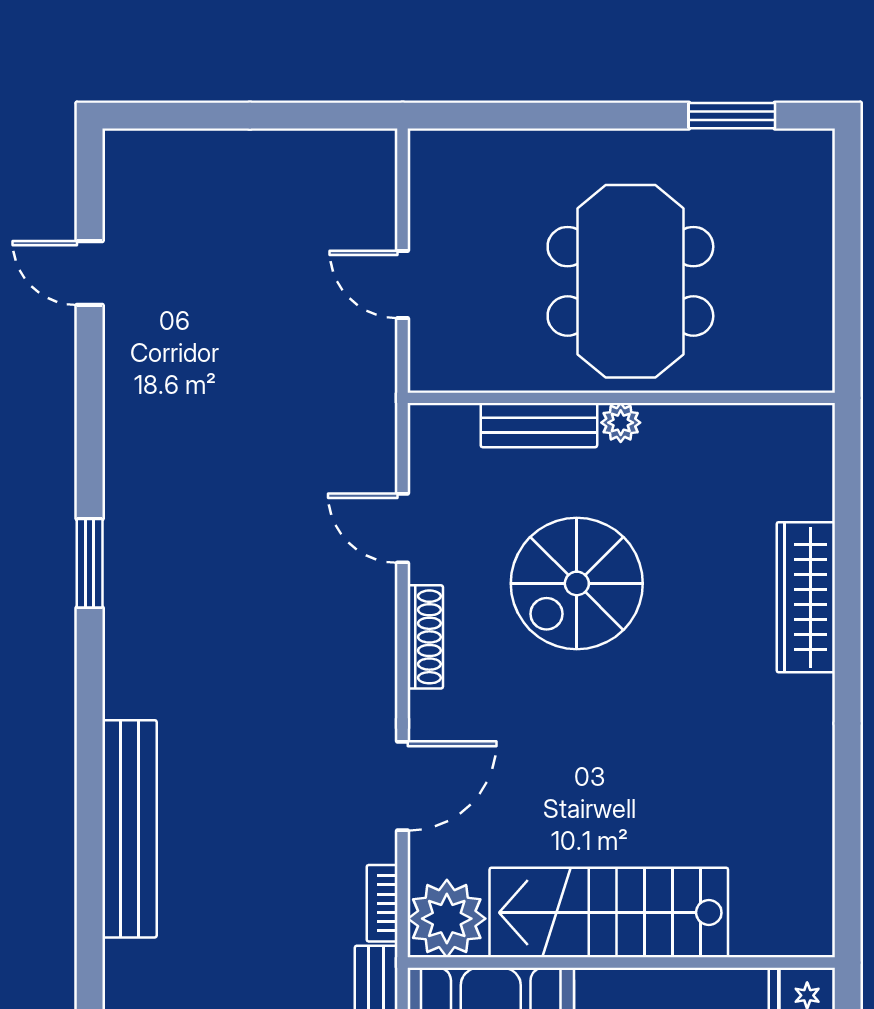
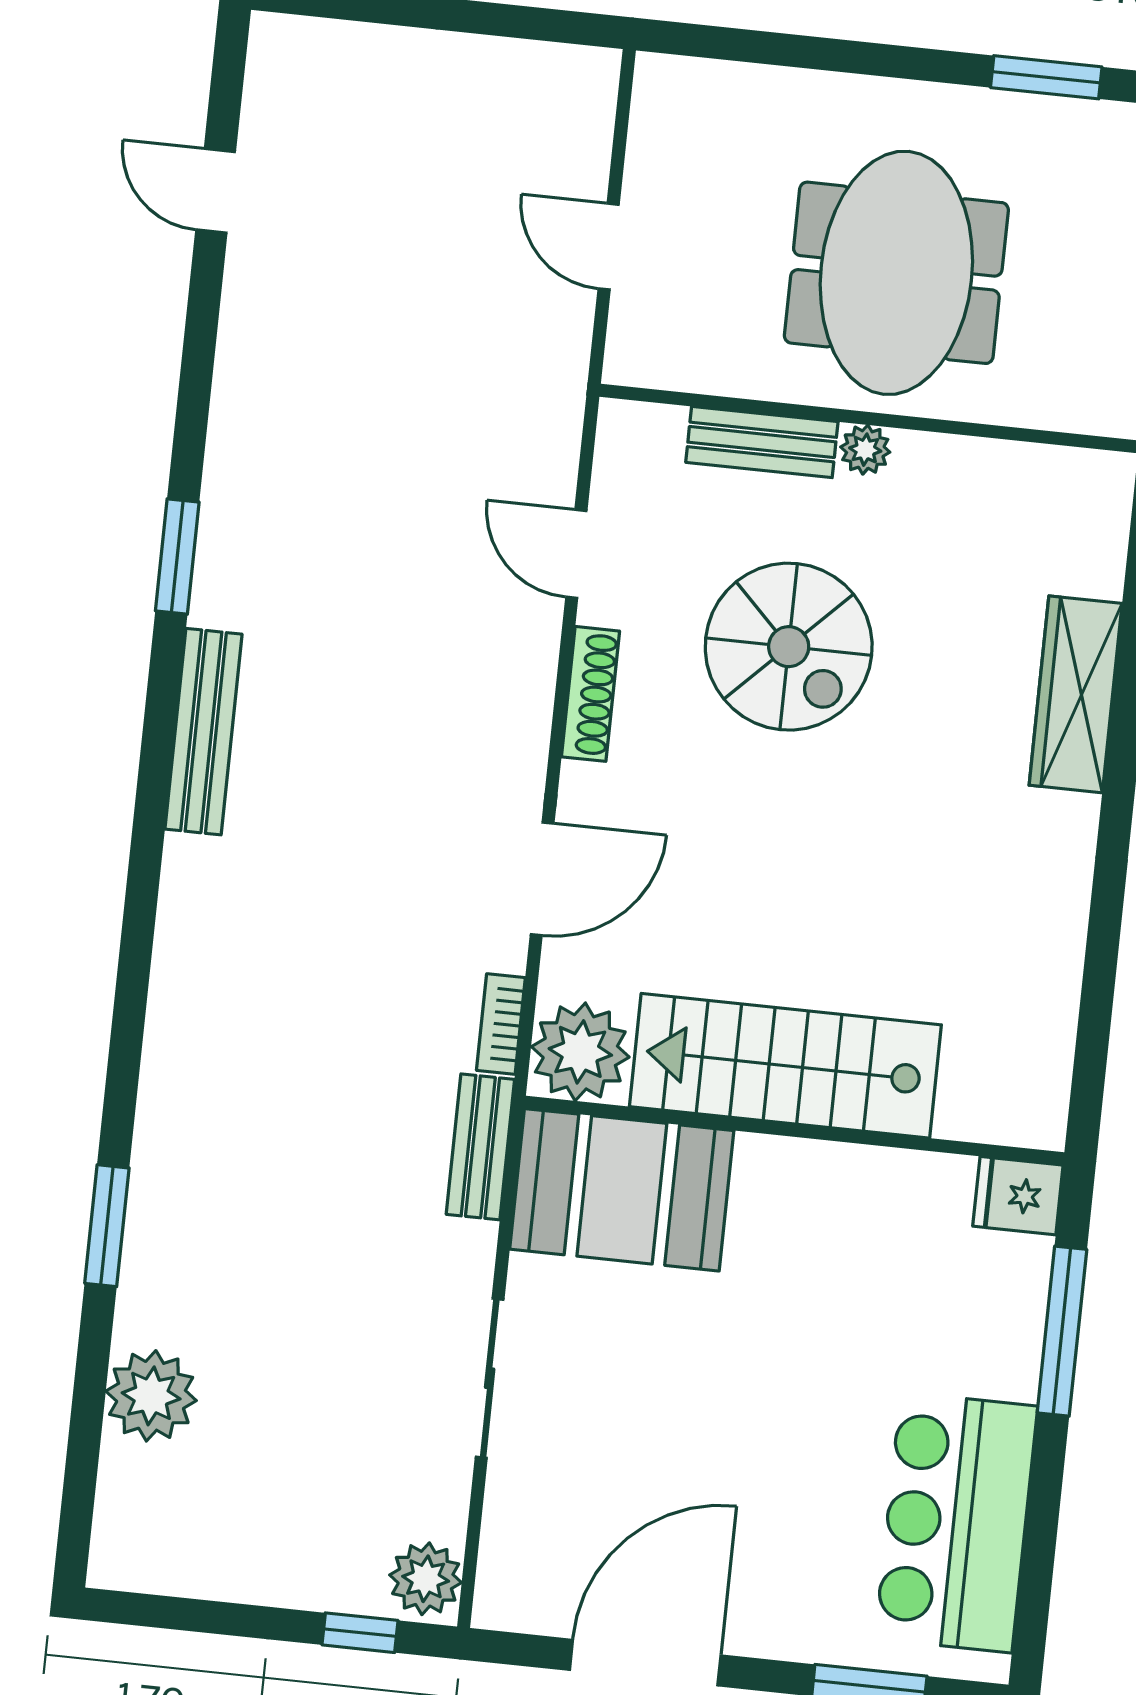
spiral stairs: (577, 583) -> (789, 647), turned -90
bench: (129, 829) -> (203, 732), moved, width x0.73, depth x0.82

